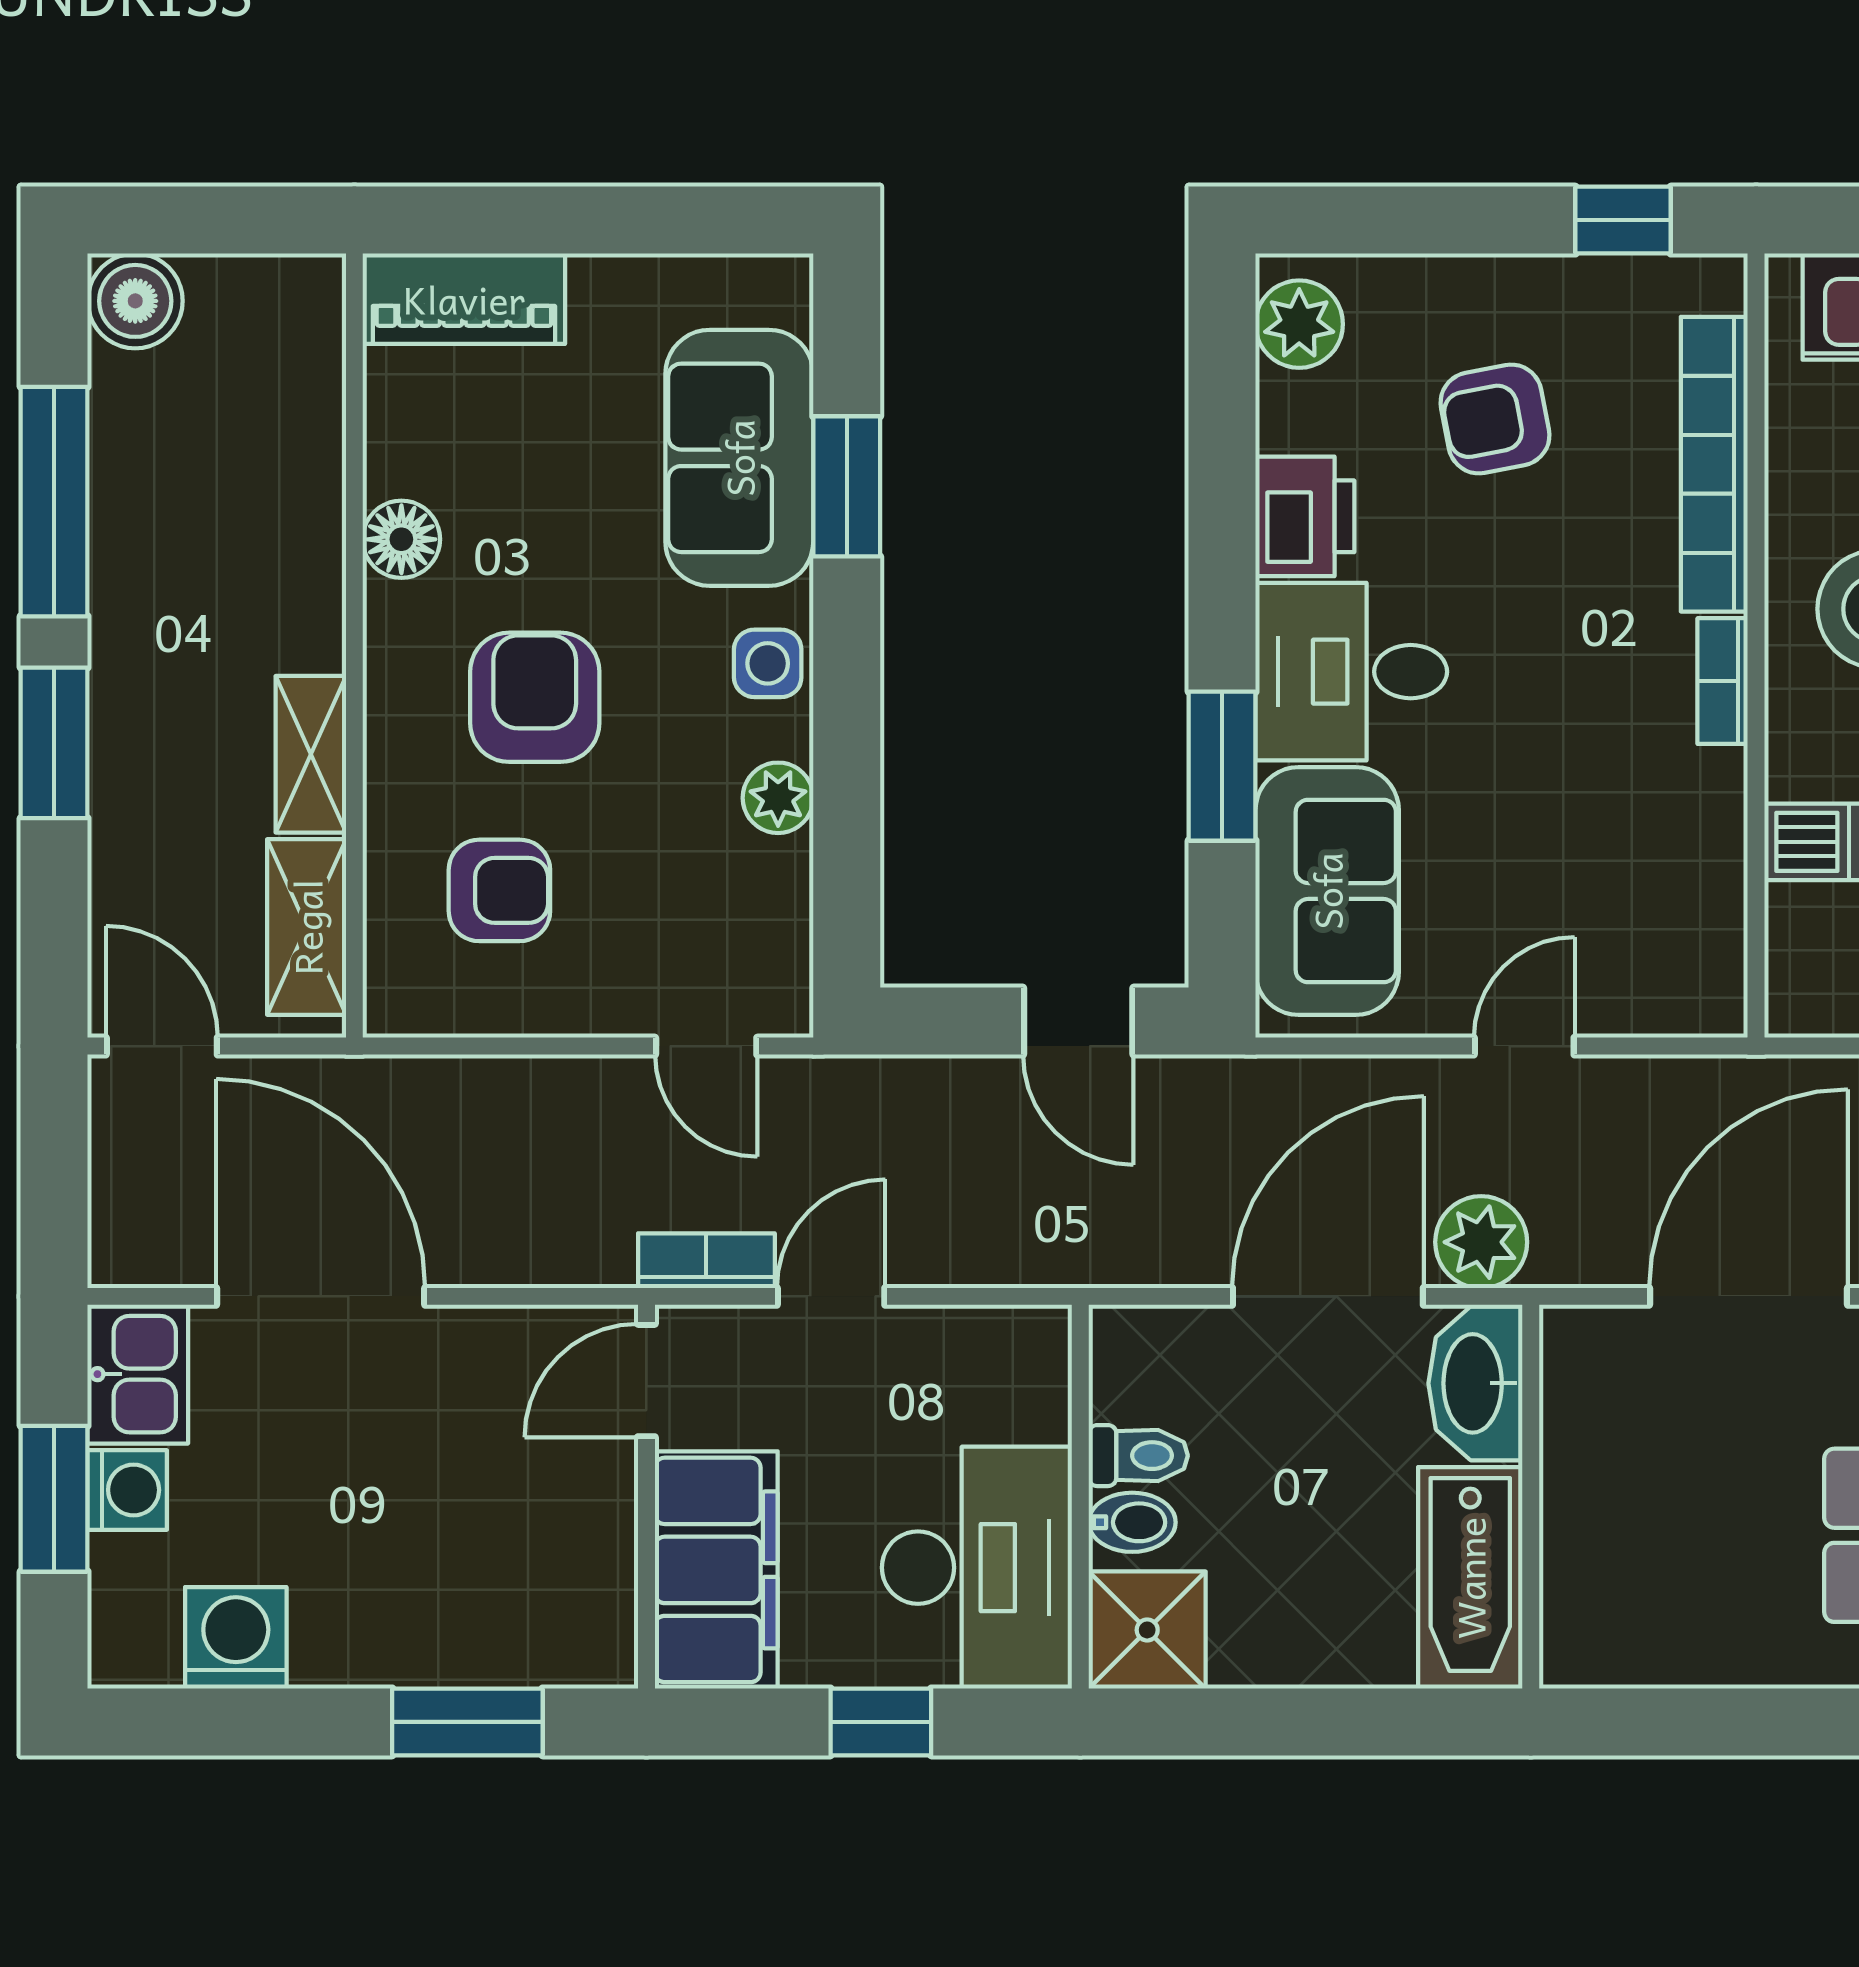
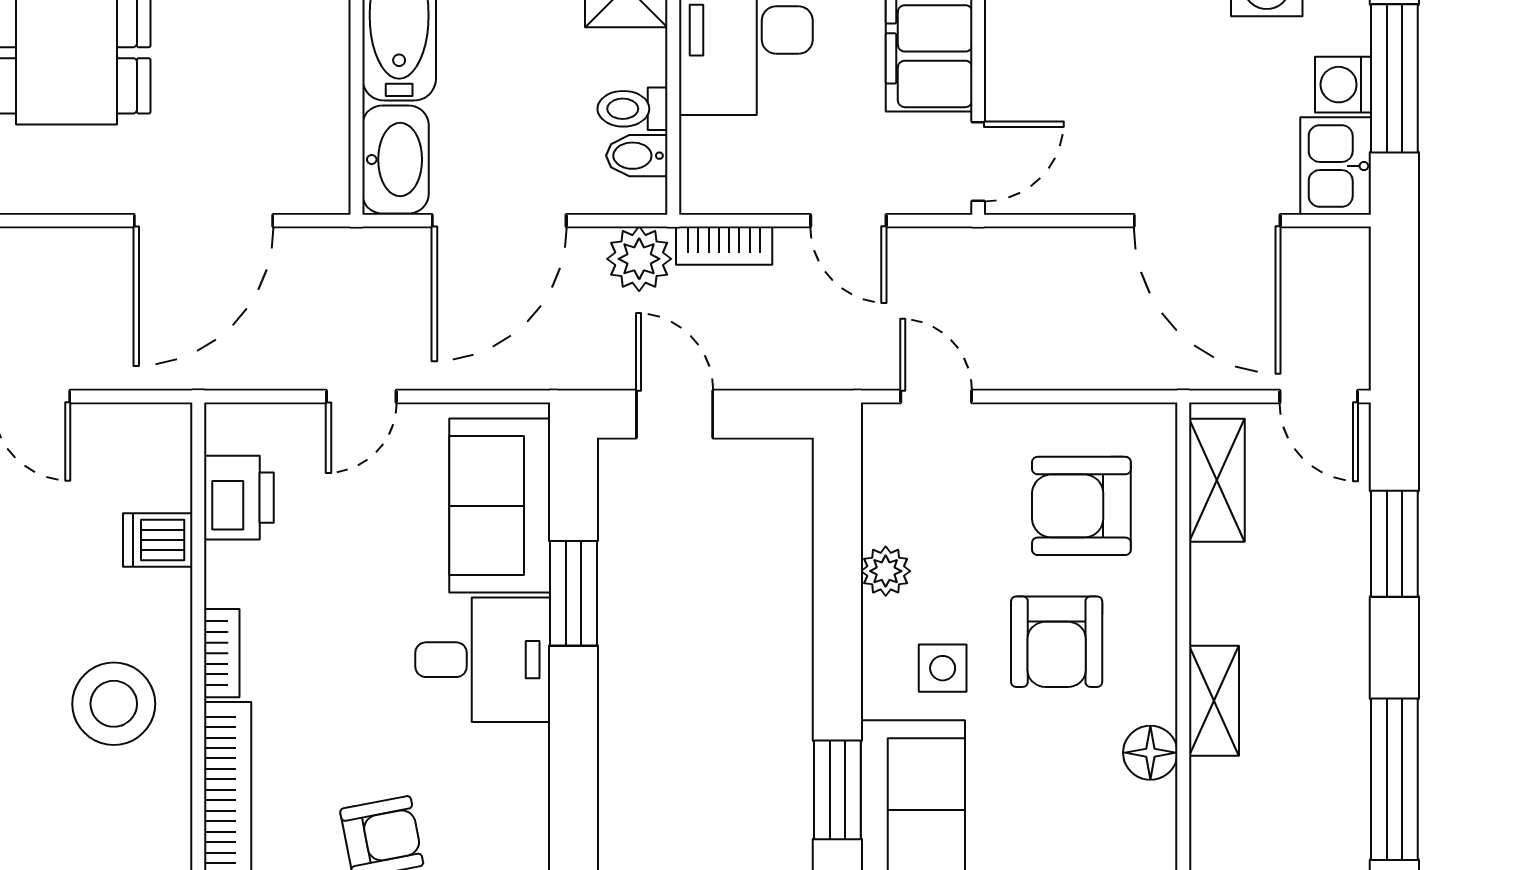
printer: (1305, 516) -> (239, 498), moved, turned 180
side table: (768, 663) -> (943, 668), moved
window: (54, 743) -> (1394, 544), moved
shelving: (311, 754) -> (1214, 701), moved
armchair: (499, 890) -> (1081, 506), width x1.38, depth x1.38
plant: (1481, 1242) -> (639, 259), moved
bookcase: (706, 1261) -> (724, 246), moved
door: (831, 1296) -> (848, 221), hinge flipped
window: (54, 1499) -> (1394, 78), width x1.44
bidet: (1132, 1522) -> (637, 156), moved

